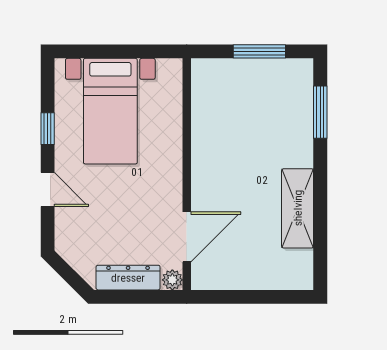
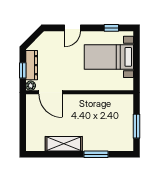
window: (320, 112) -> (96, 154), moved
window: (48, 129) -> (111, 28), moved
window: (139, 297) -> (23, 70), added

